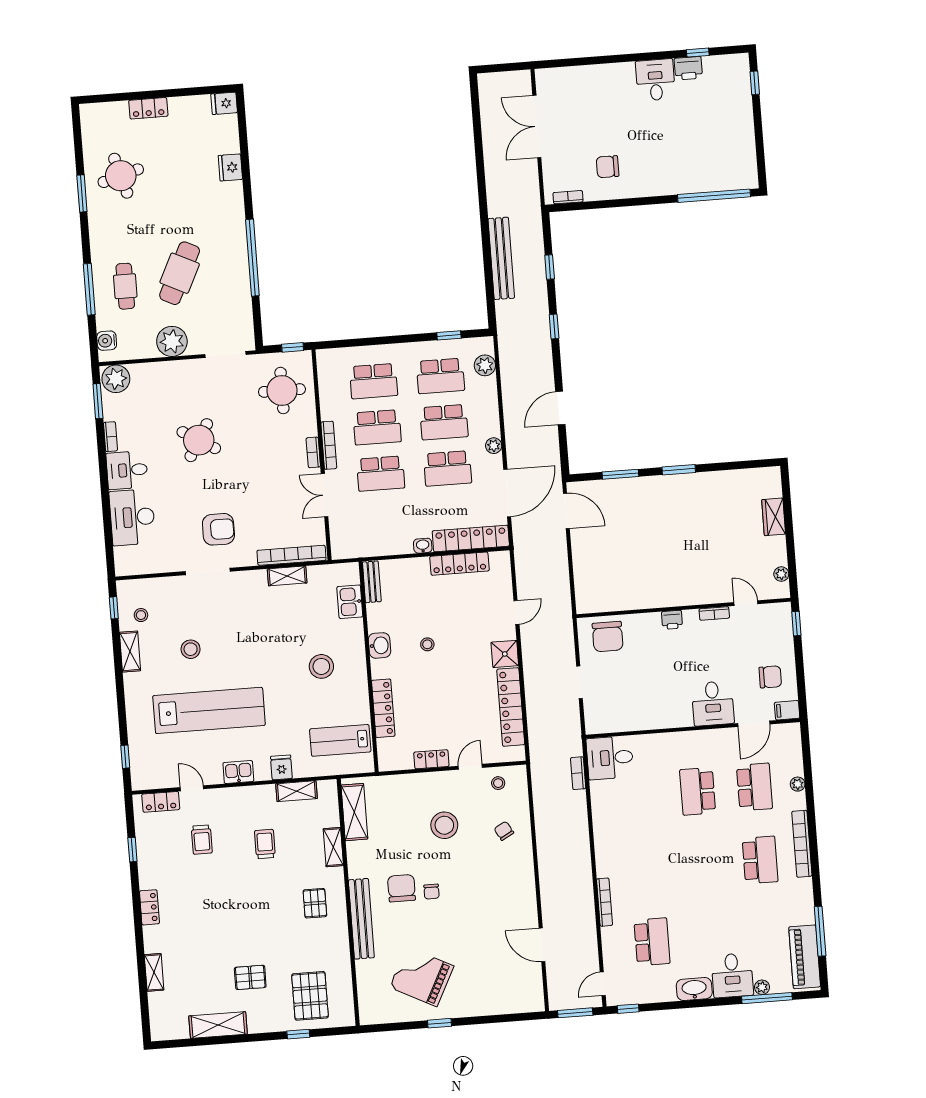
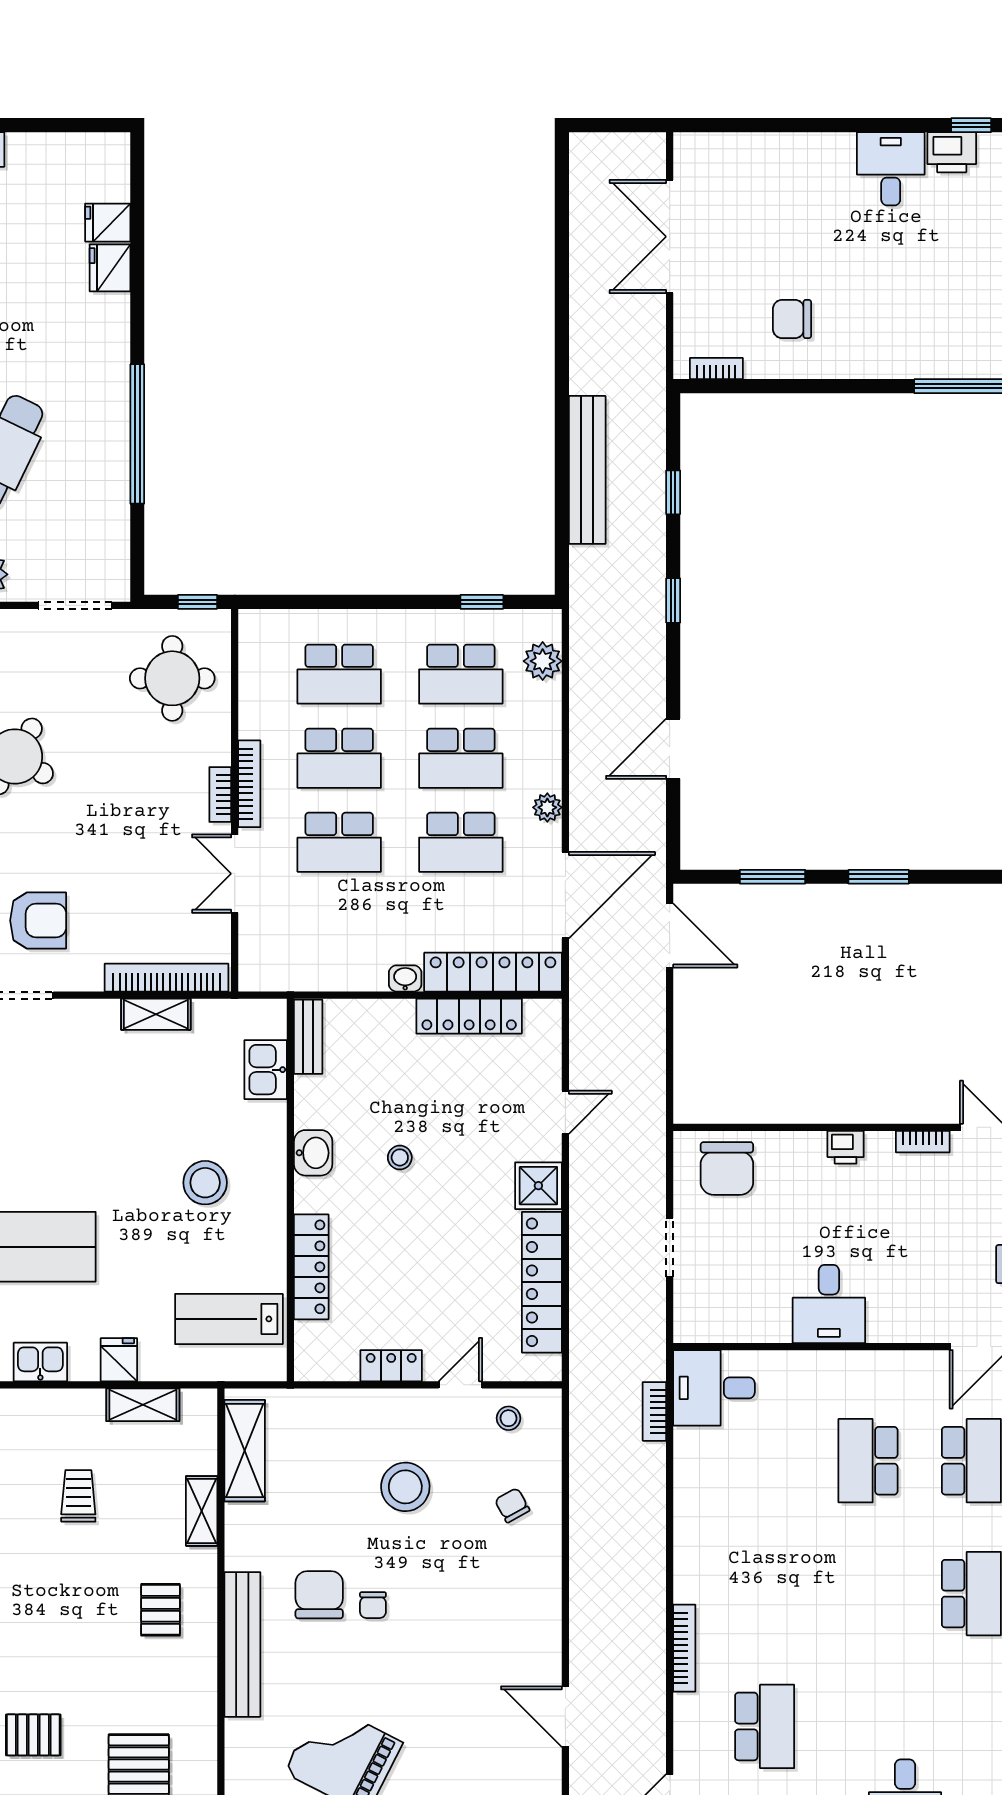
fridge: (224, 103) -> (108, 223), moved
desk: (713, 703) -> (829, 1304), moved

